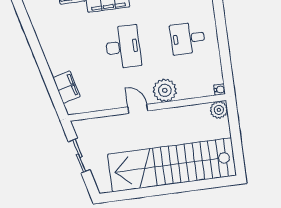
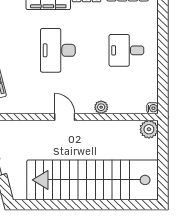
desk: (123, 47) -> (58, 50), turned 180
plant: (165, 90) -> (101, 107), width x0.53, depth x0.53

